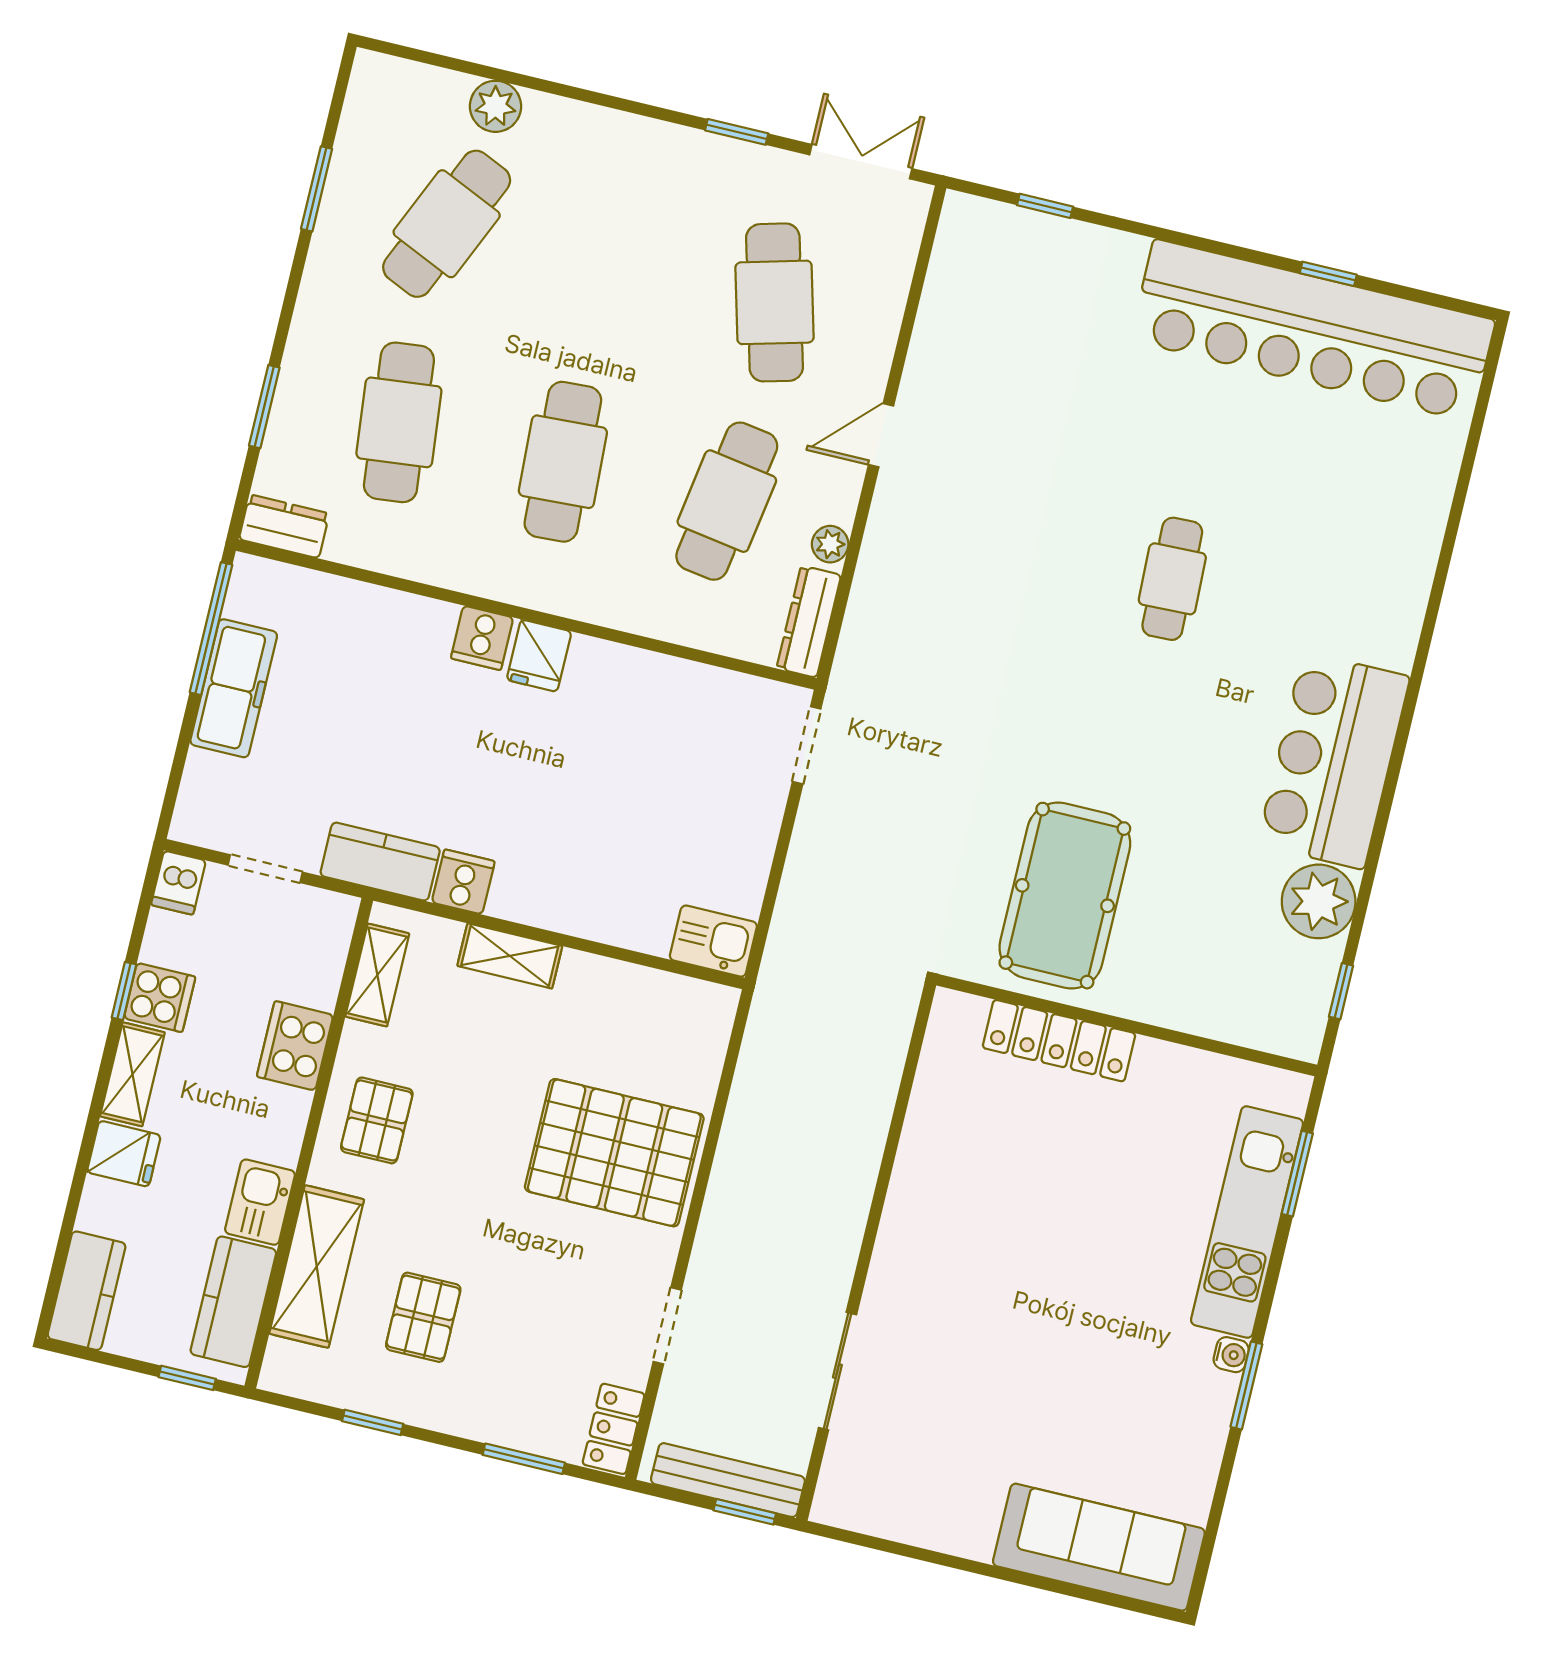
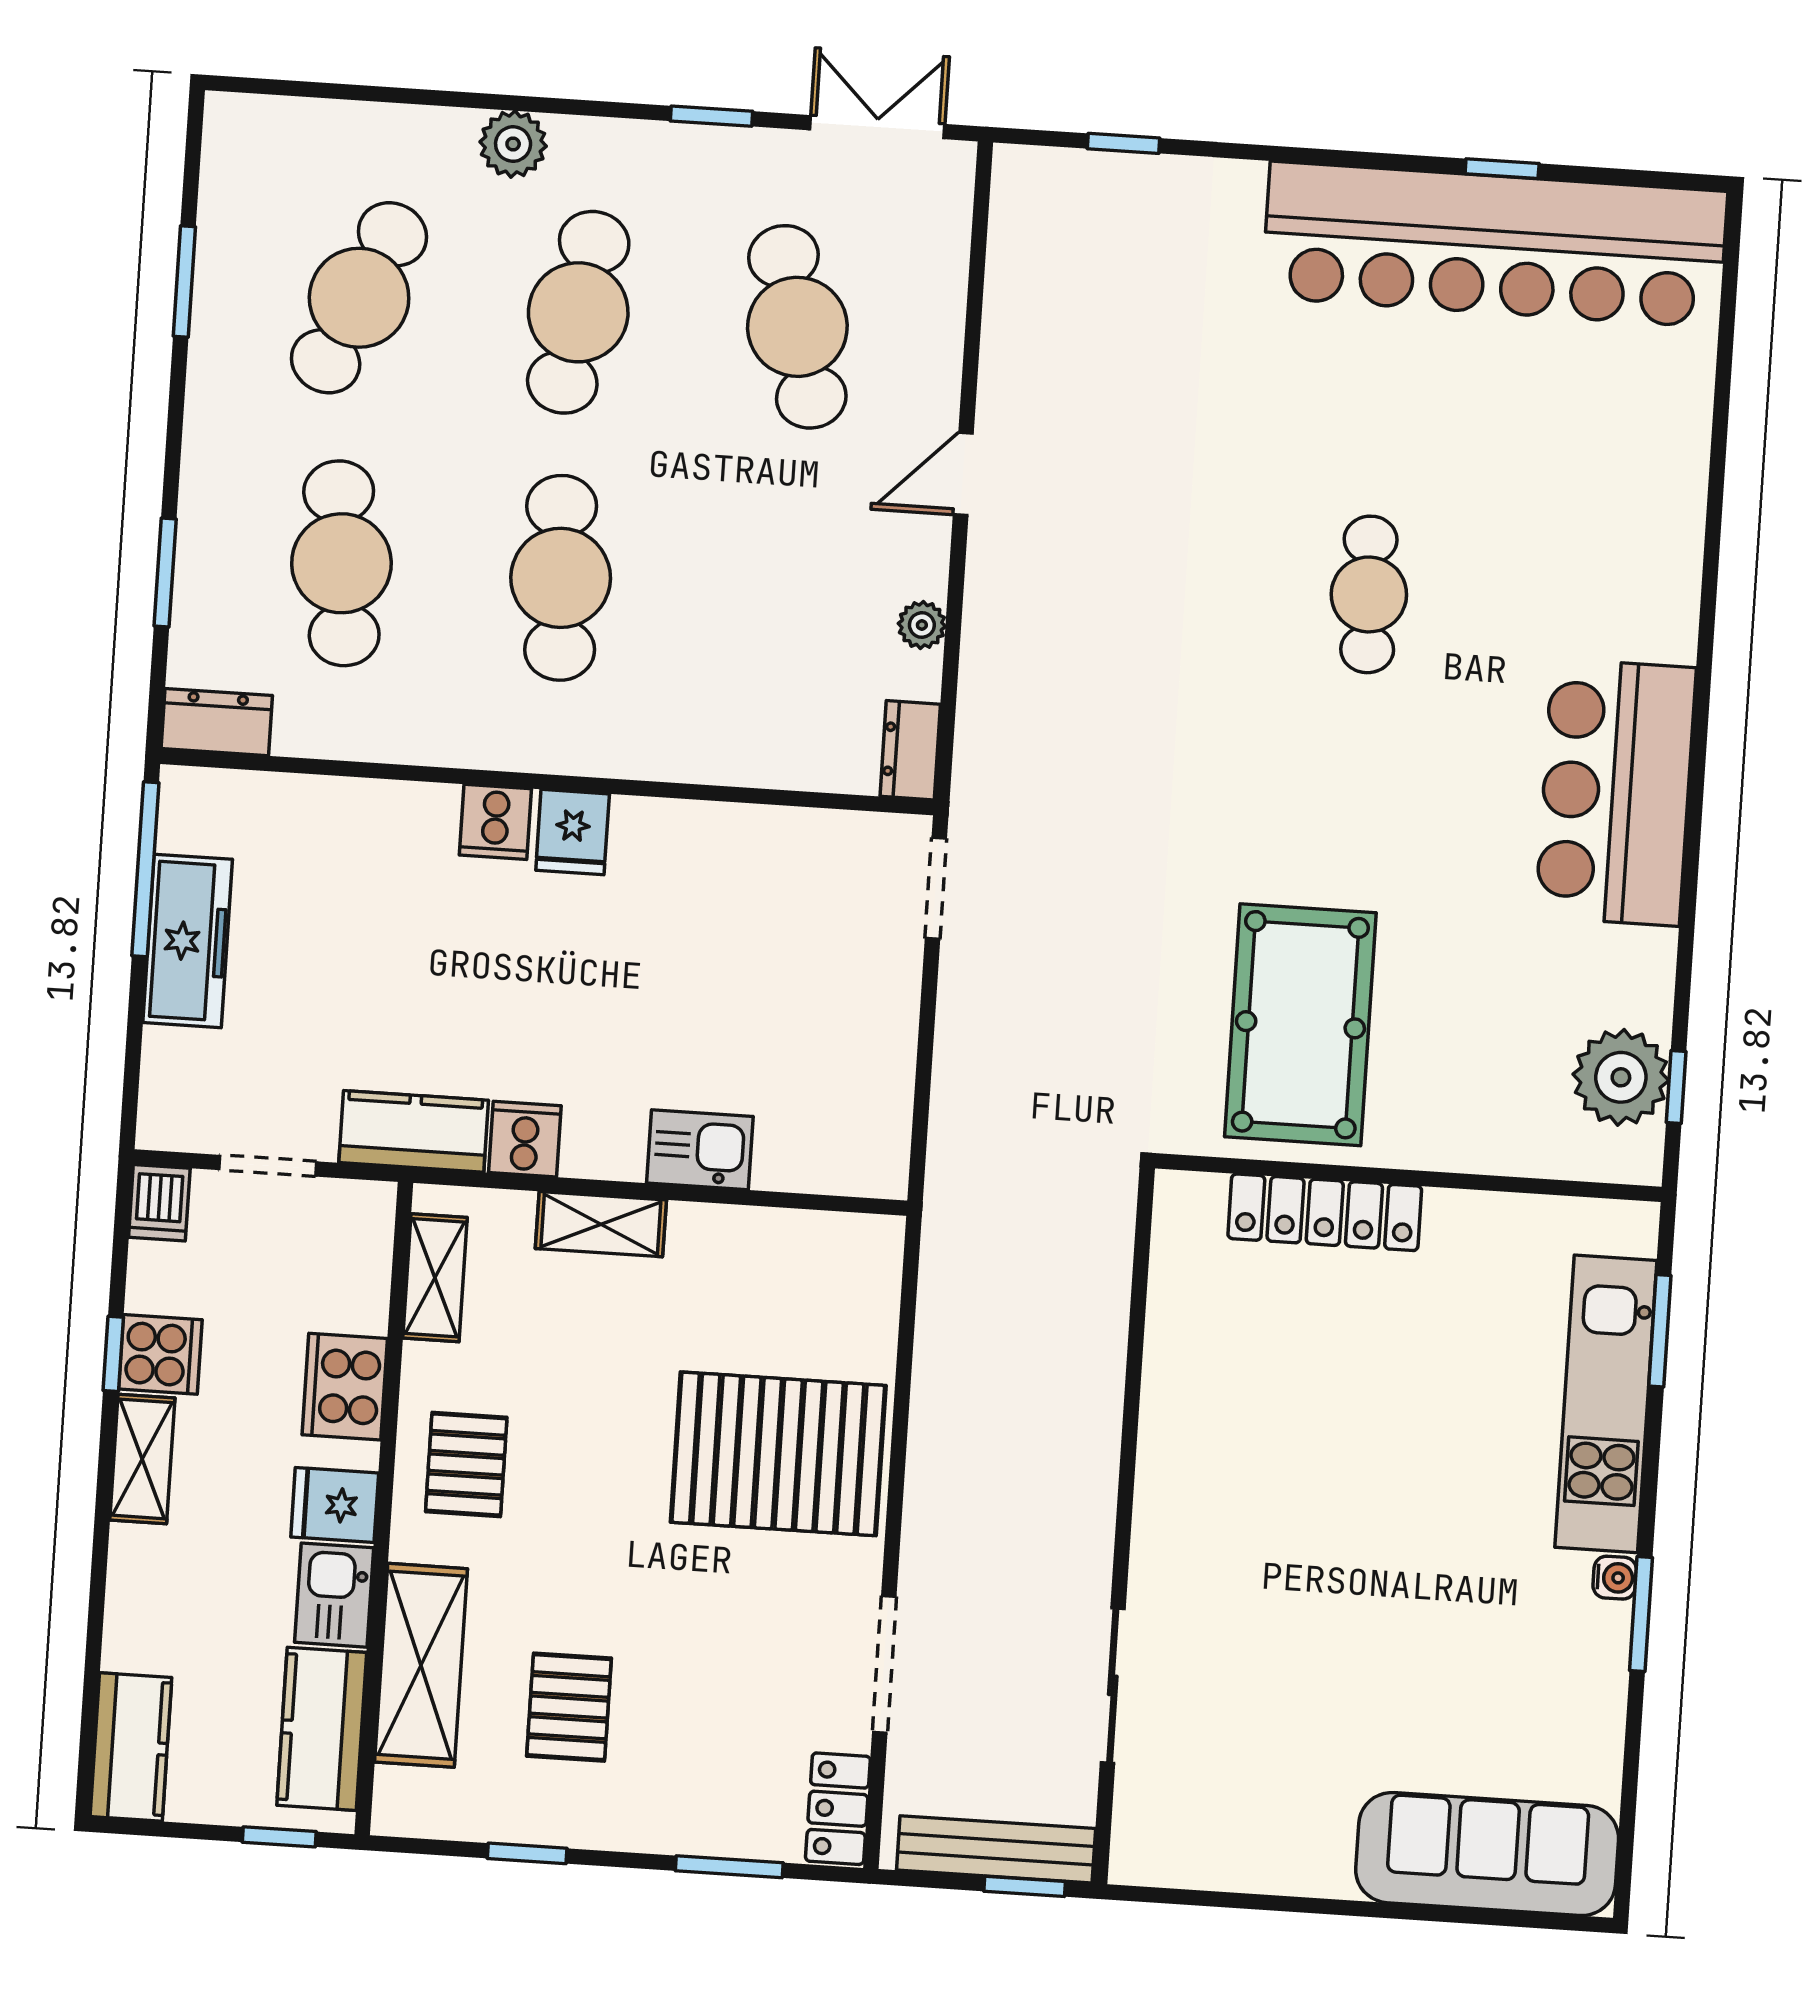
plant: (495, 106) -> (513, 144), moved
cafe table: (727, 501) -> (578, 312), moved
dresser: (809, 622) -> (910, 750), width x0.70
plant: (1319, 901) -> (1621, 1077), moved
kitchen sink: (713, 941) -> (700, 1150), moved
fridge: (124, 1154) -> (335, 1505), moved, turned 180
doorway: (667, 1326) -> (884, 1664), width x1.38

